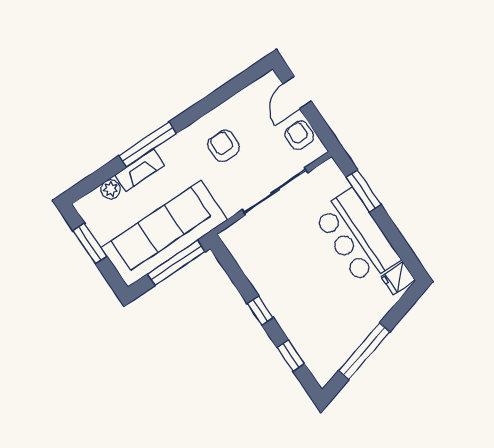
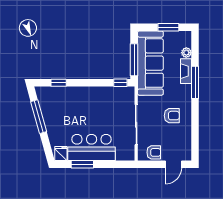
door: (297, 93) -> (173, 164), swing flipped
window: (363, 191) -> (82, 164), moved
window: (260, 311) -> (120, 83), moved

